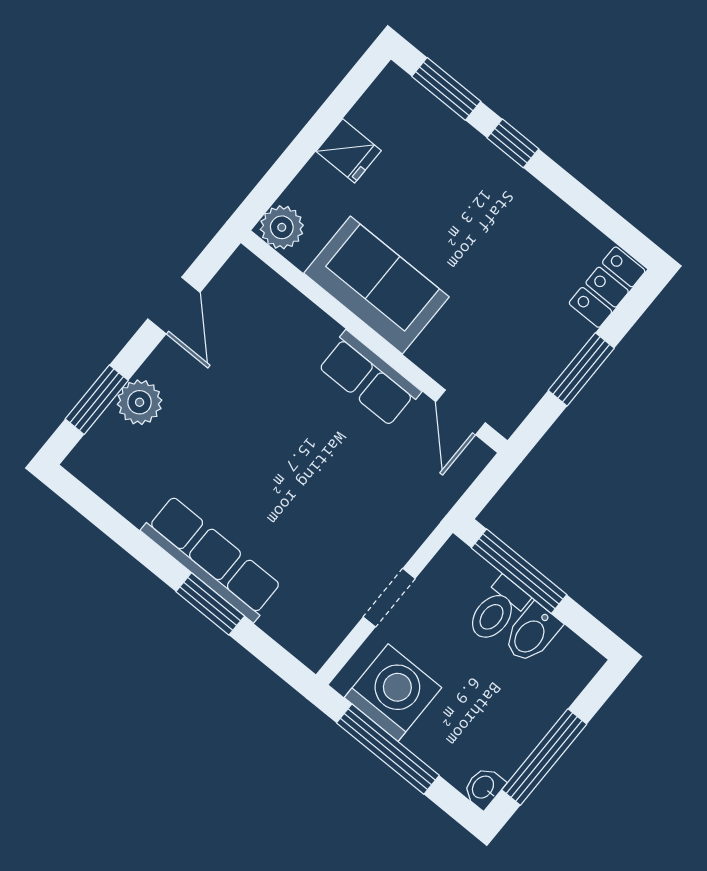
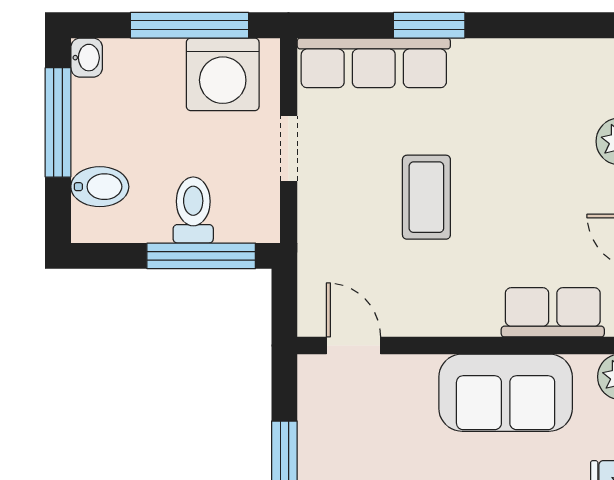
row of seats: (369, 379) -> (553, 312), moved
coffee table: (316, 478) -> (426, 197), added
row of seats: (212, 558) -> (374, 63), moved
bidet: (532, 633) -> (100, 187), moved, turned 90

